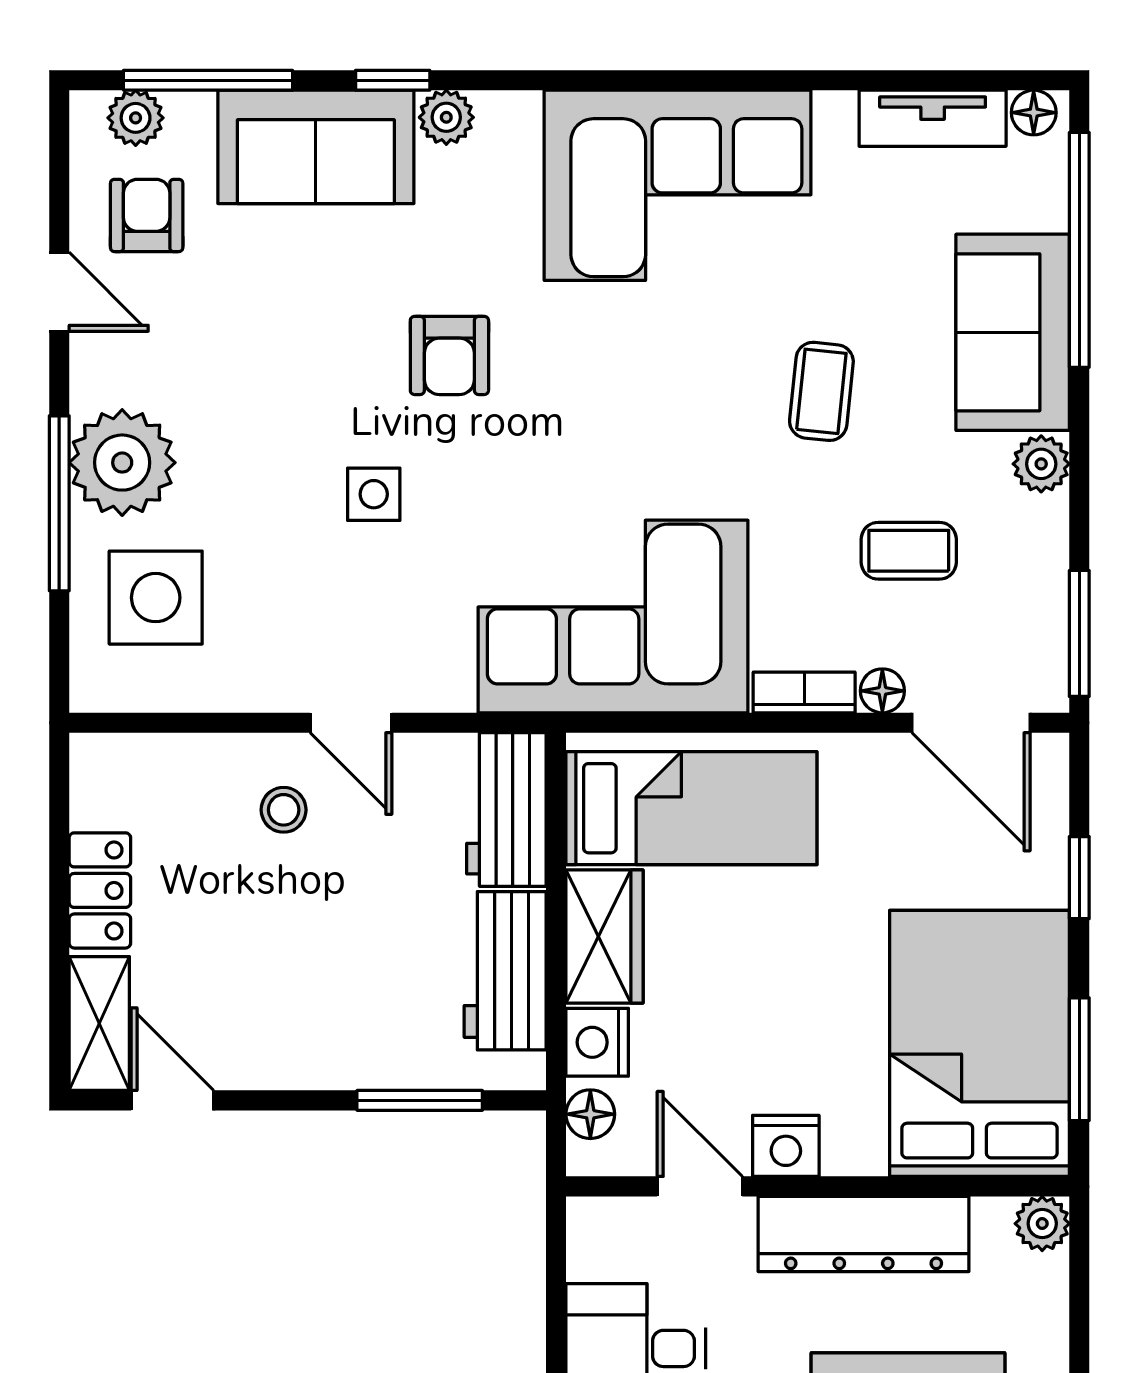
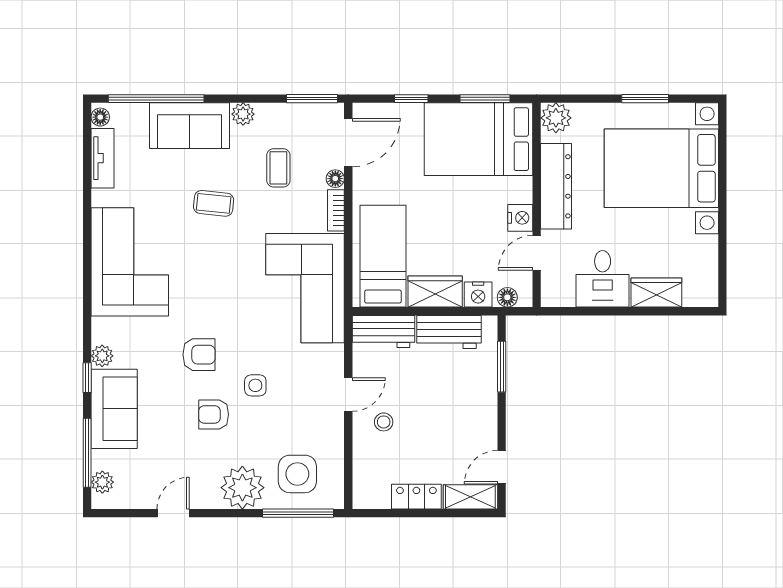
armchair: (147, 215) -> (214, 414), moved
window: (59, 503) -> (298, 513), moved
plant: (1042, 1224) -> (556, 118), width x1.38, depth x1.38

